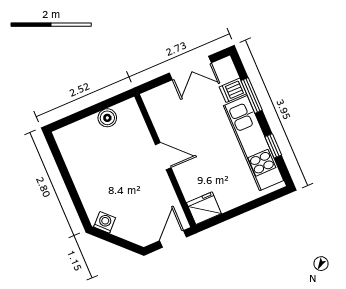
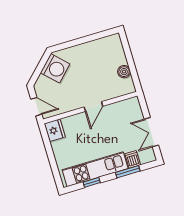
washing machine: (105, 222) -> (55, 68), width x1.89, depth x1.89

